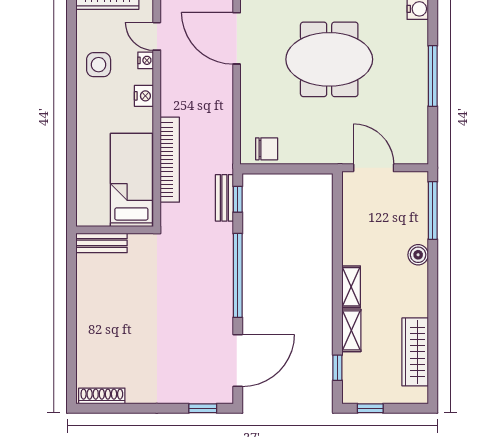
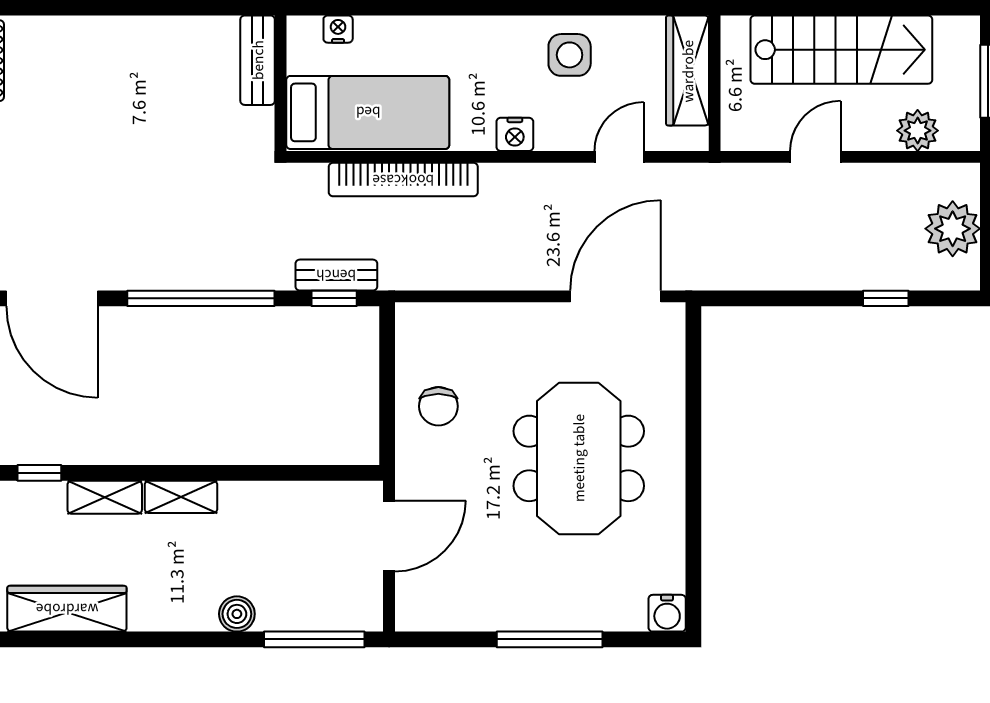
nightstand: (146, 60) -> (338, 29), moved, turned 180
chair: (267, 149) -> (438, 406), moved

